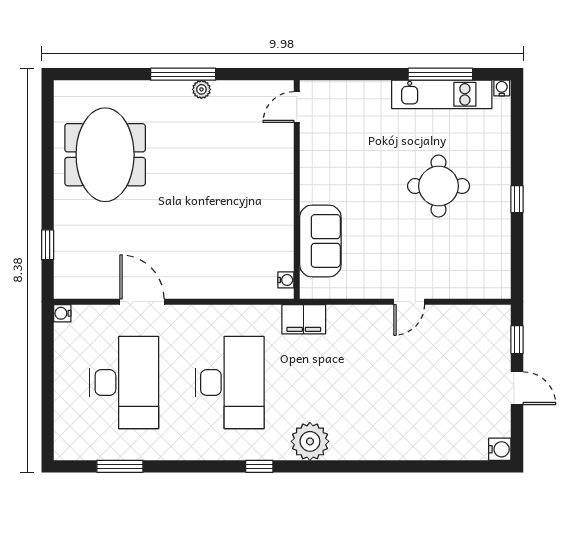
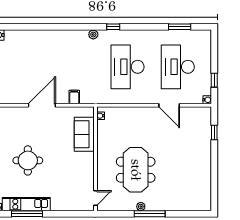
meeting table: (105, 155) -> (136, 170), moved
door: (409, 302) -> (42, 105), width x1.88
filing cabinet: (304, 319) -> (74, 97), moved, width x0.50
window: (48, 354) -> (214, 80), added
plant: (310, 441) -> (93, 34), width x0.53, depth x0.53

